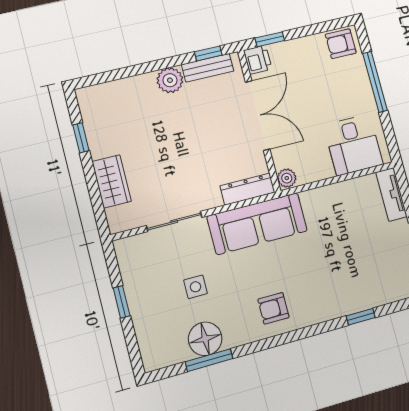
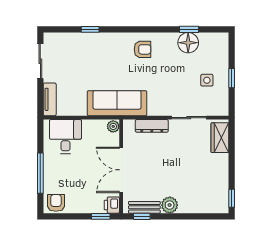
armchair: (341, 44) -> (56, 203), turned -90
window: (81, 138) -> (232, 198), moved
wardrobe: (112, 181) -> (220, 138), moved
dresser: (248, 189) -> (152, 126), moved
sofa: (257, 224) -> (117, 103), moved
side table: (195, 287) -> (207, 80), moved
window: (209, 360) -> (189, 29), width x0.67

